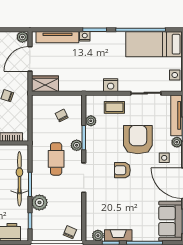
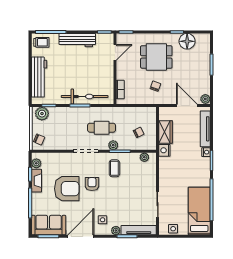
wardrobe: (45, 84) -> (166, 132), moved
nightstand: (111, 85) -> (164, 150), moved
coffee table: (114, 107) -> (114, 168), moved
plant: (91, 121) -> (144, 157), moved
armchair: (138, 140) -> (67, 189), moved
plant: (39, 202) -> (42, 114), moved

